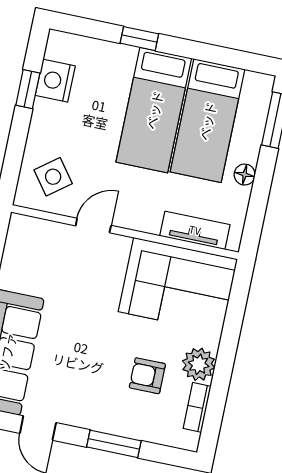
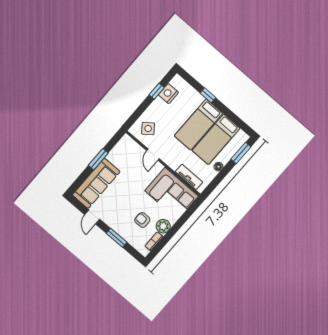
door: (93, 226) -> (153, 155), swing flipped

